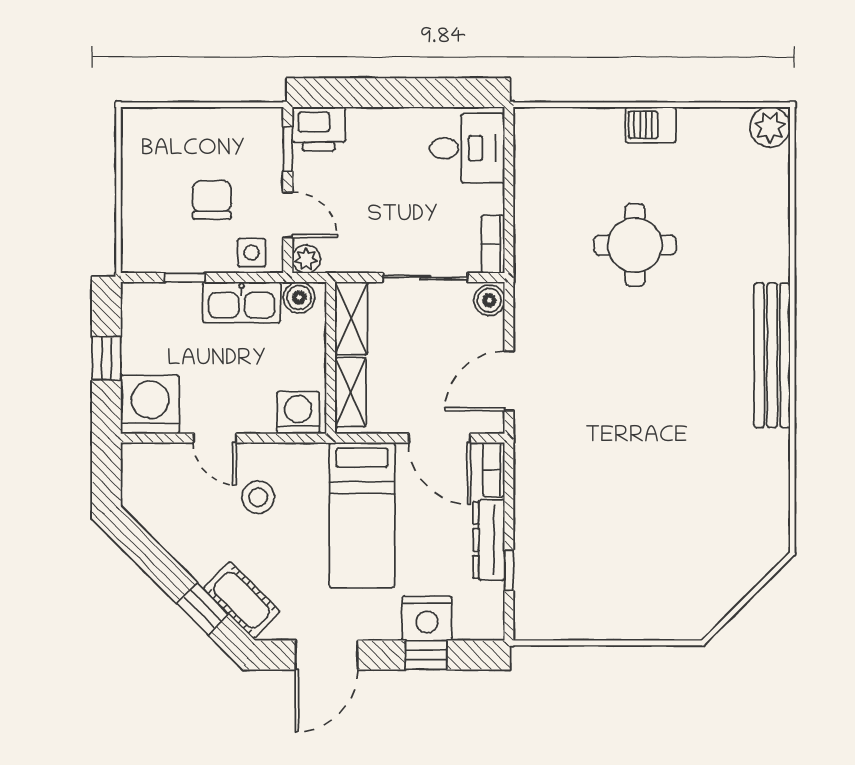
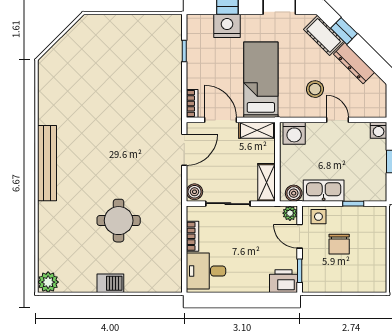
bookcase: (493, 244) -> (193, 236), moved
shelving: (350, 392) -> (257, 130), moved, turned 90
washing machine: (150, 404) -> (379, 130), width x0.53, depth x0.53
dresser: (489, 540) -> (354, 63), moved, turned 135

